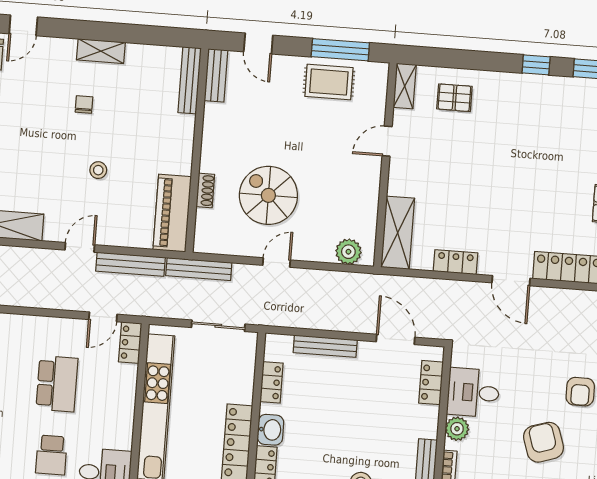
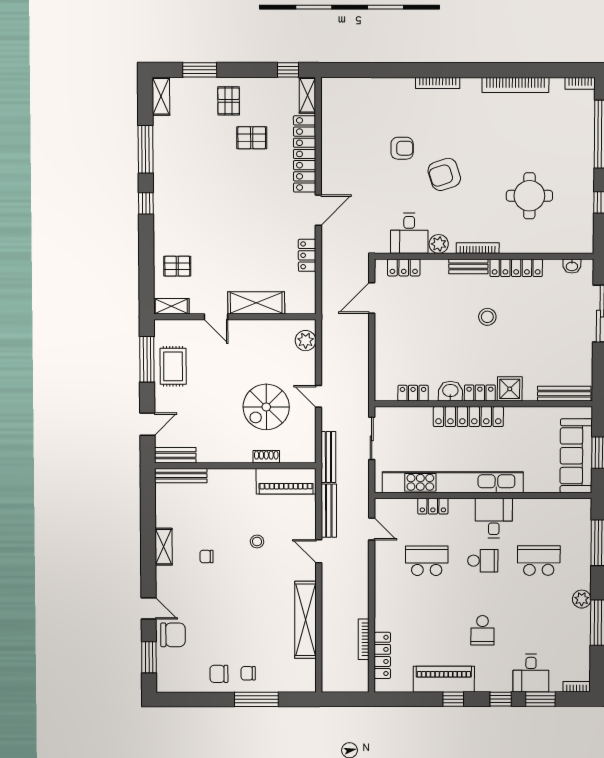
pallet: (454, 98) -> (177, 266), turned 90
shelving: (398, 233) -> (256, 303), moved
locker: (130, 343) -> (433, 506), moved
bench: (325, 346) -> (381, 353), removed

